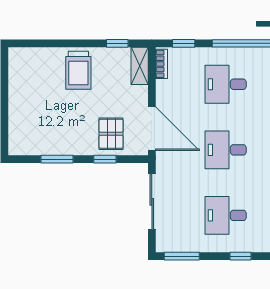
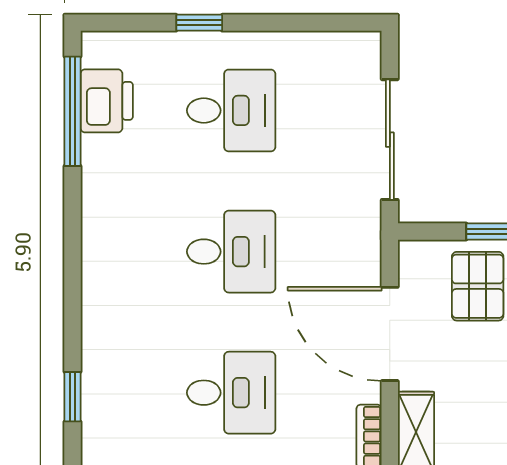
door: (152, 129) -> (390, 334), moved
window: (182, 256) -> (326, 23), removed

